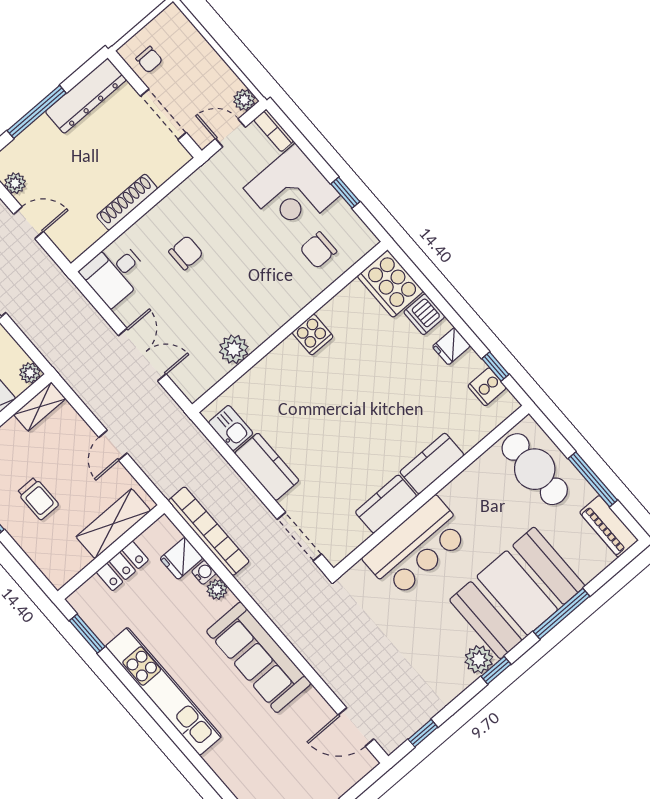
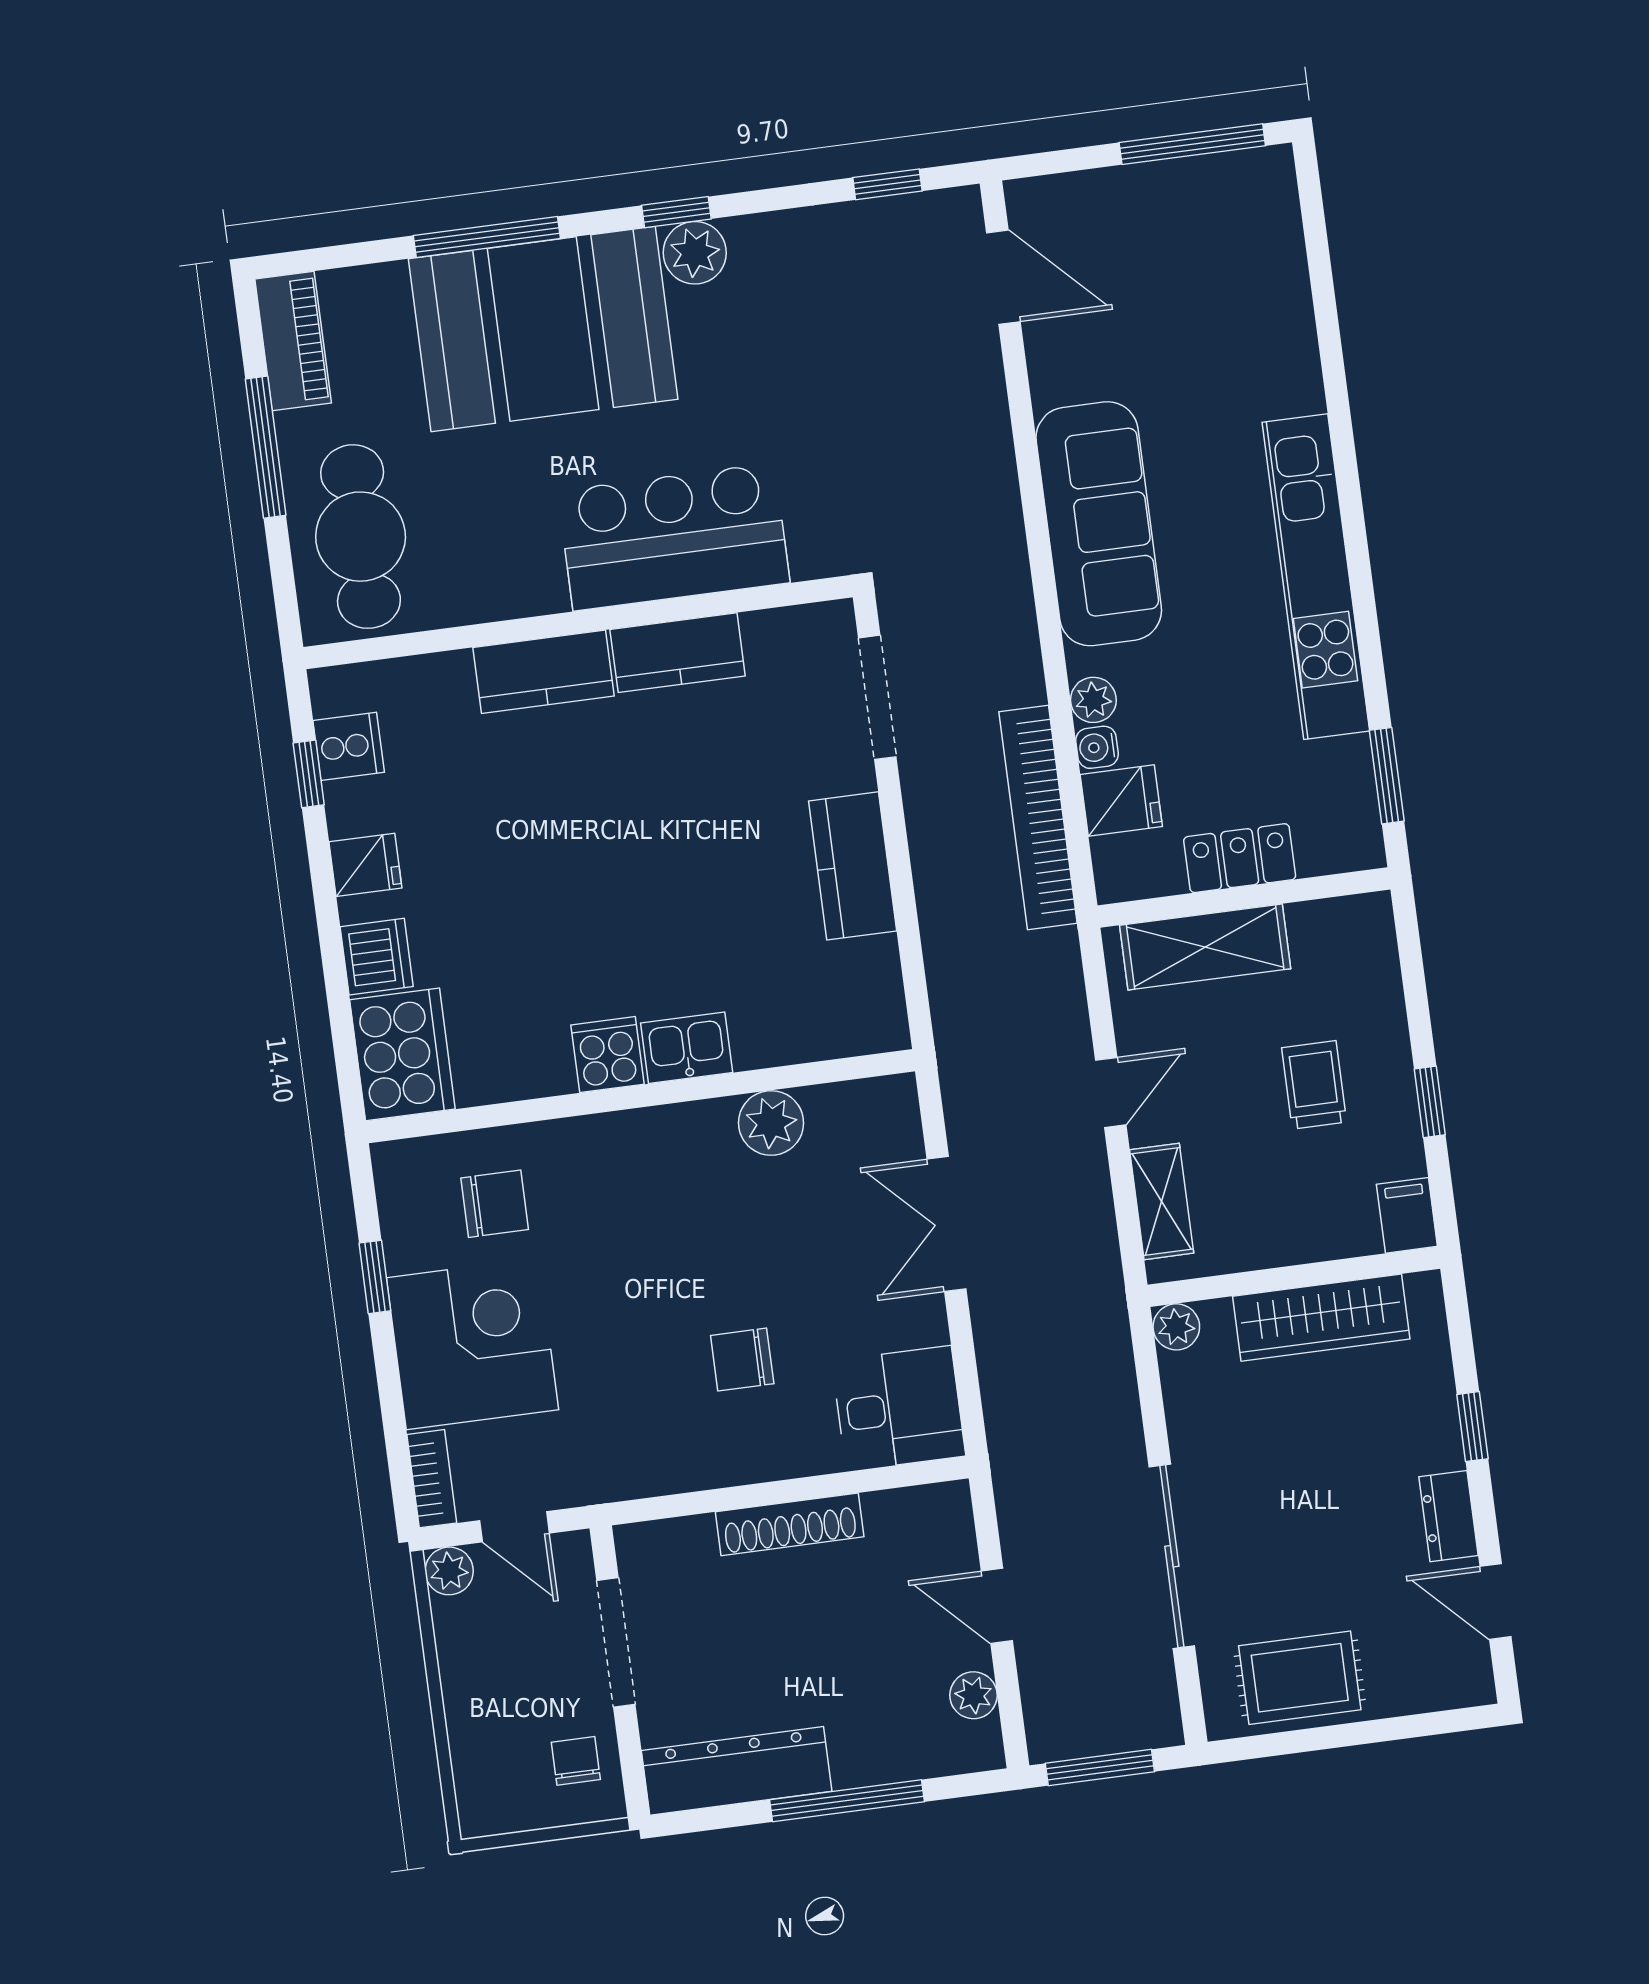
shelving: (40, 407) -> (1162, 1201), moved, turned 90
kitchen sink: (231, 428) -> (687, 1048), moved, turned 90

